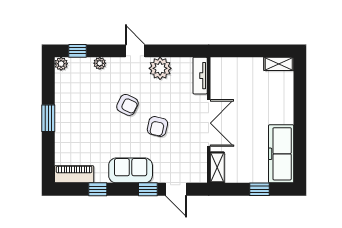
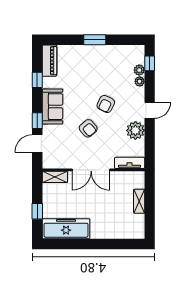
plant: (61, 64) -> (139, 70), moved
shelving: (279, 64) -> (139, 201), moved
armchair: (157, 126) -> (88, 128), turned -144

